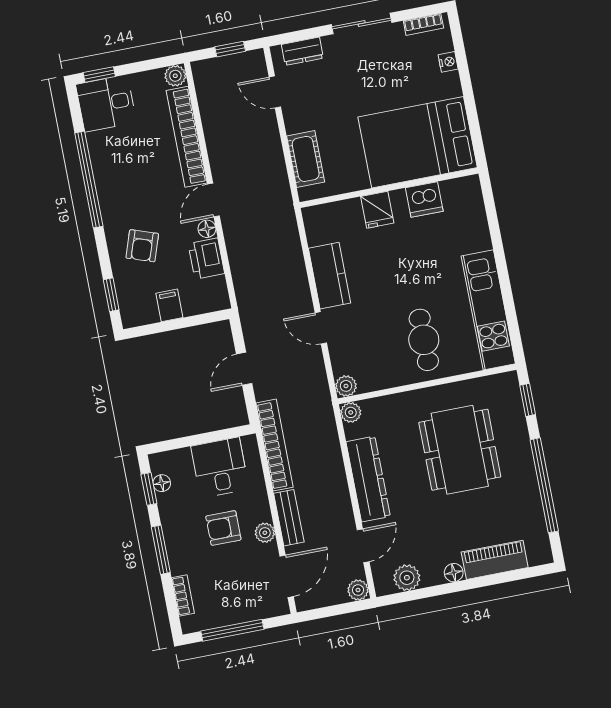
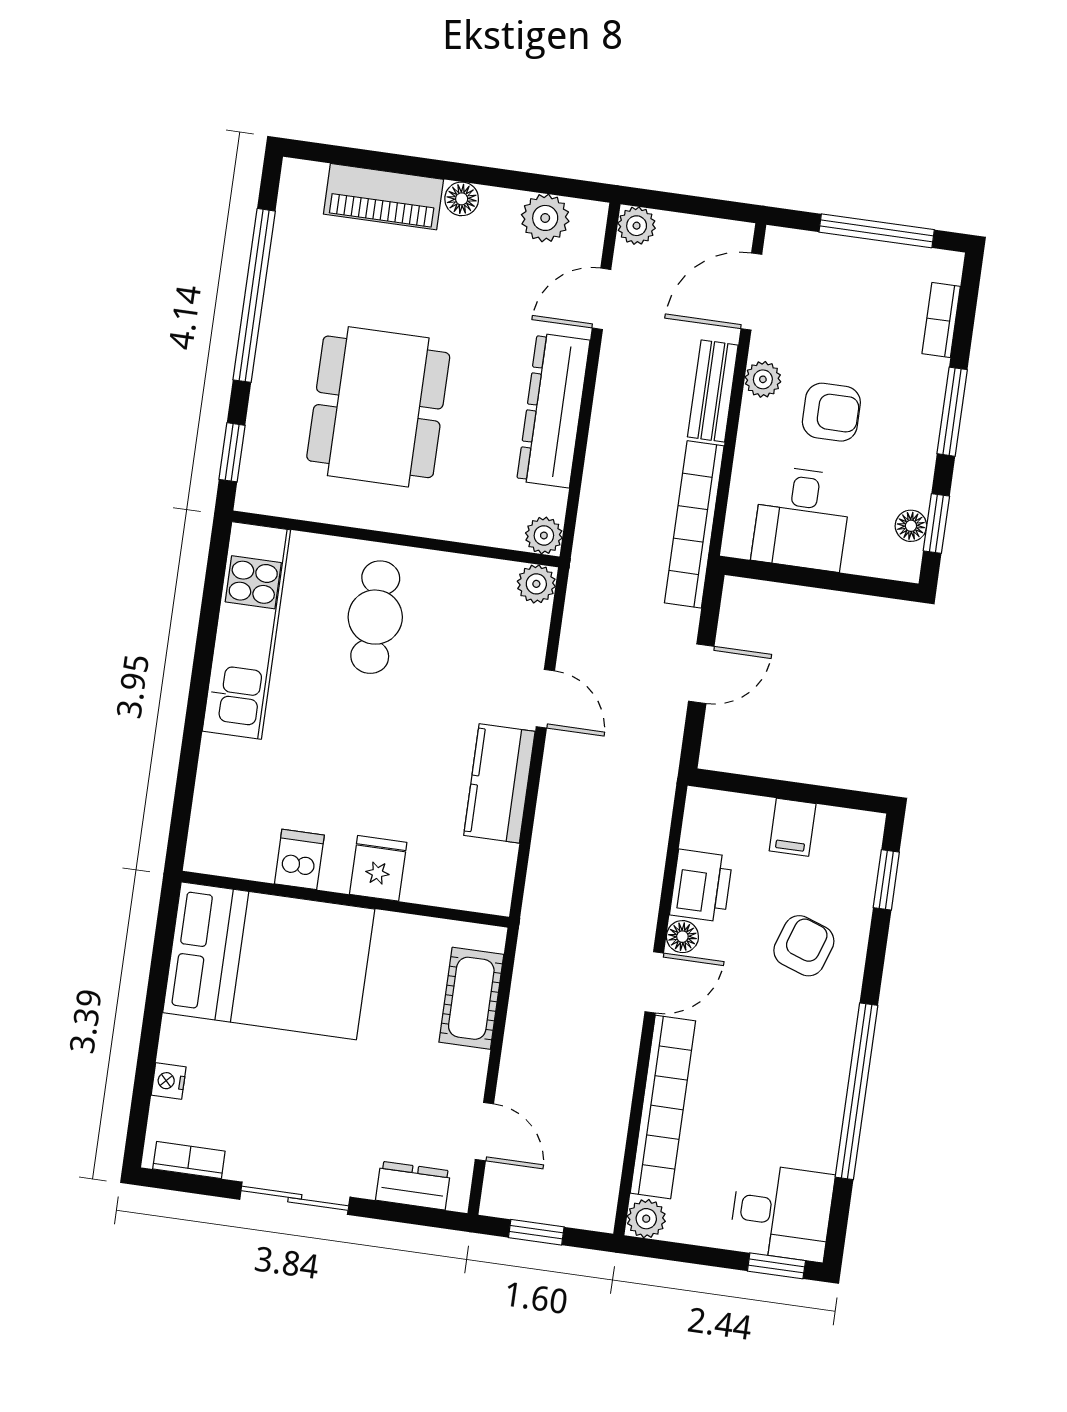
dishwasher: (424, 200) -> (299, 859), width x0.73

